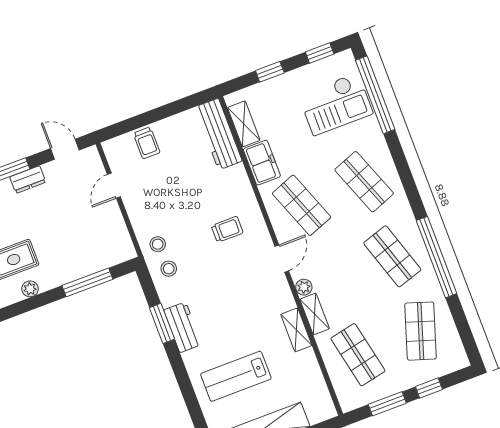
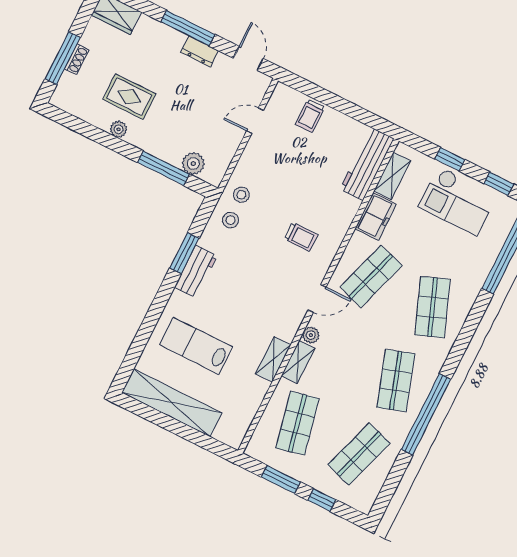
checkout: (336, 104) -> (458, 201), moved
shop shelf: (302, 205) -> (371, 276), turned 39
plant: (104, 258) -> (193, 163), added

